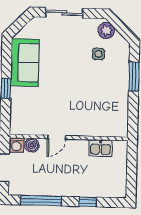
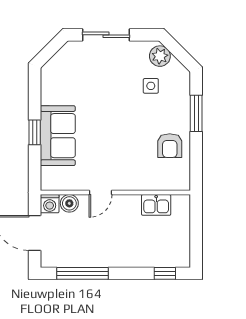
sofa: (25, 63) -> (58, 136), moved
armchair: (112, 101) -> (170, 146), added
window: (88, 202) -> (165, 273), moved

